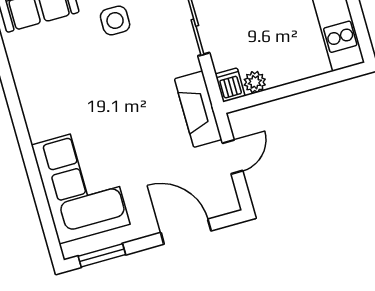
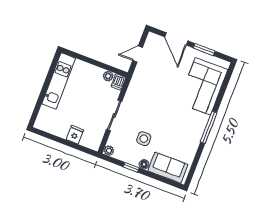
fireplace: (198, 109) -> (137, 82), removed
window: (19, 122) -> (209, 127), added
window: (102, 255) -> (204, 49), moved

